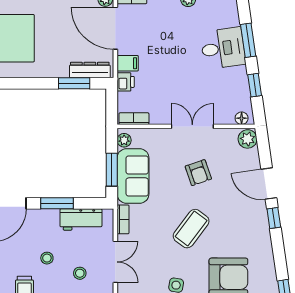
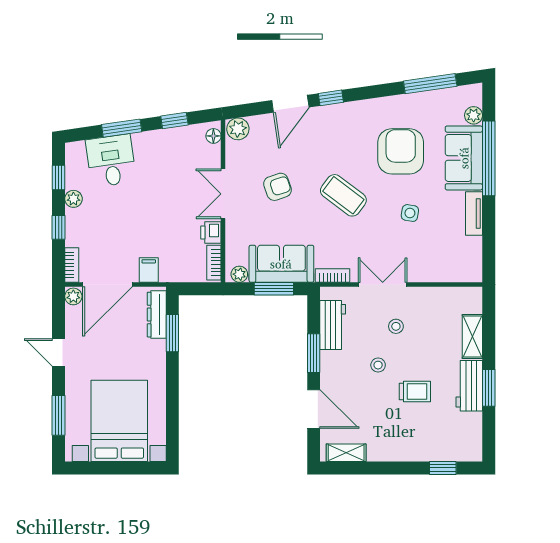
desk: (223, 48) -> (111, 161), moved
printer: (126, 82) -> (211, 232), moved, turned -90

